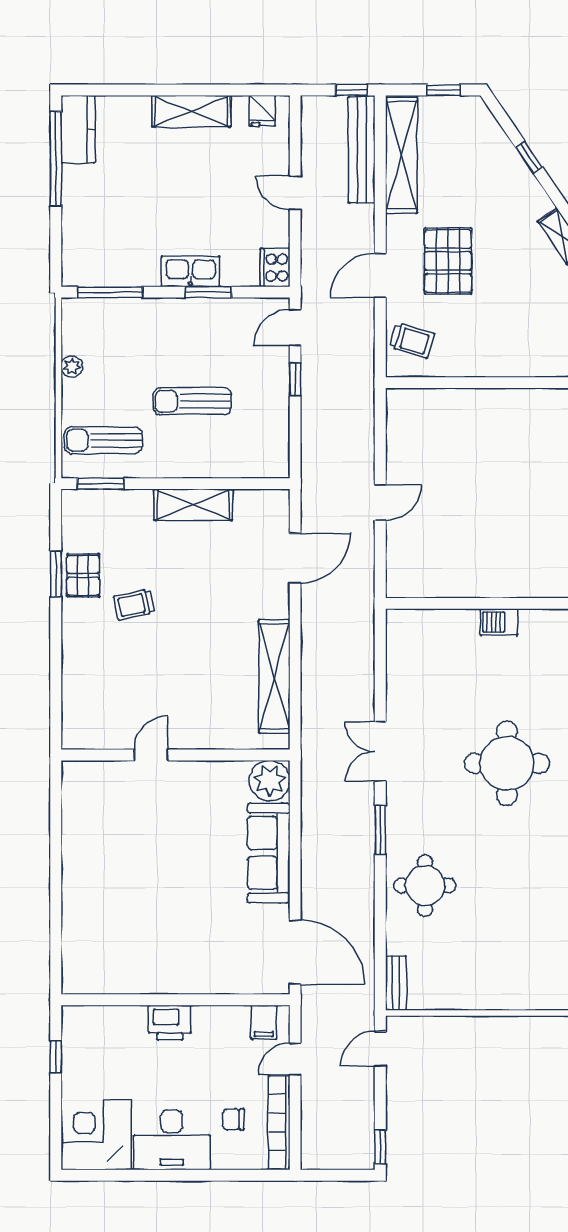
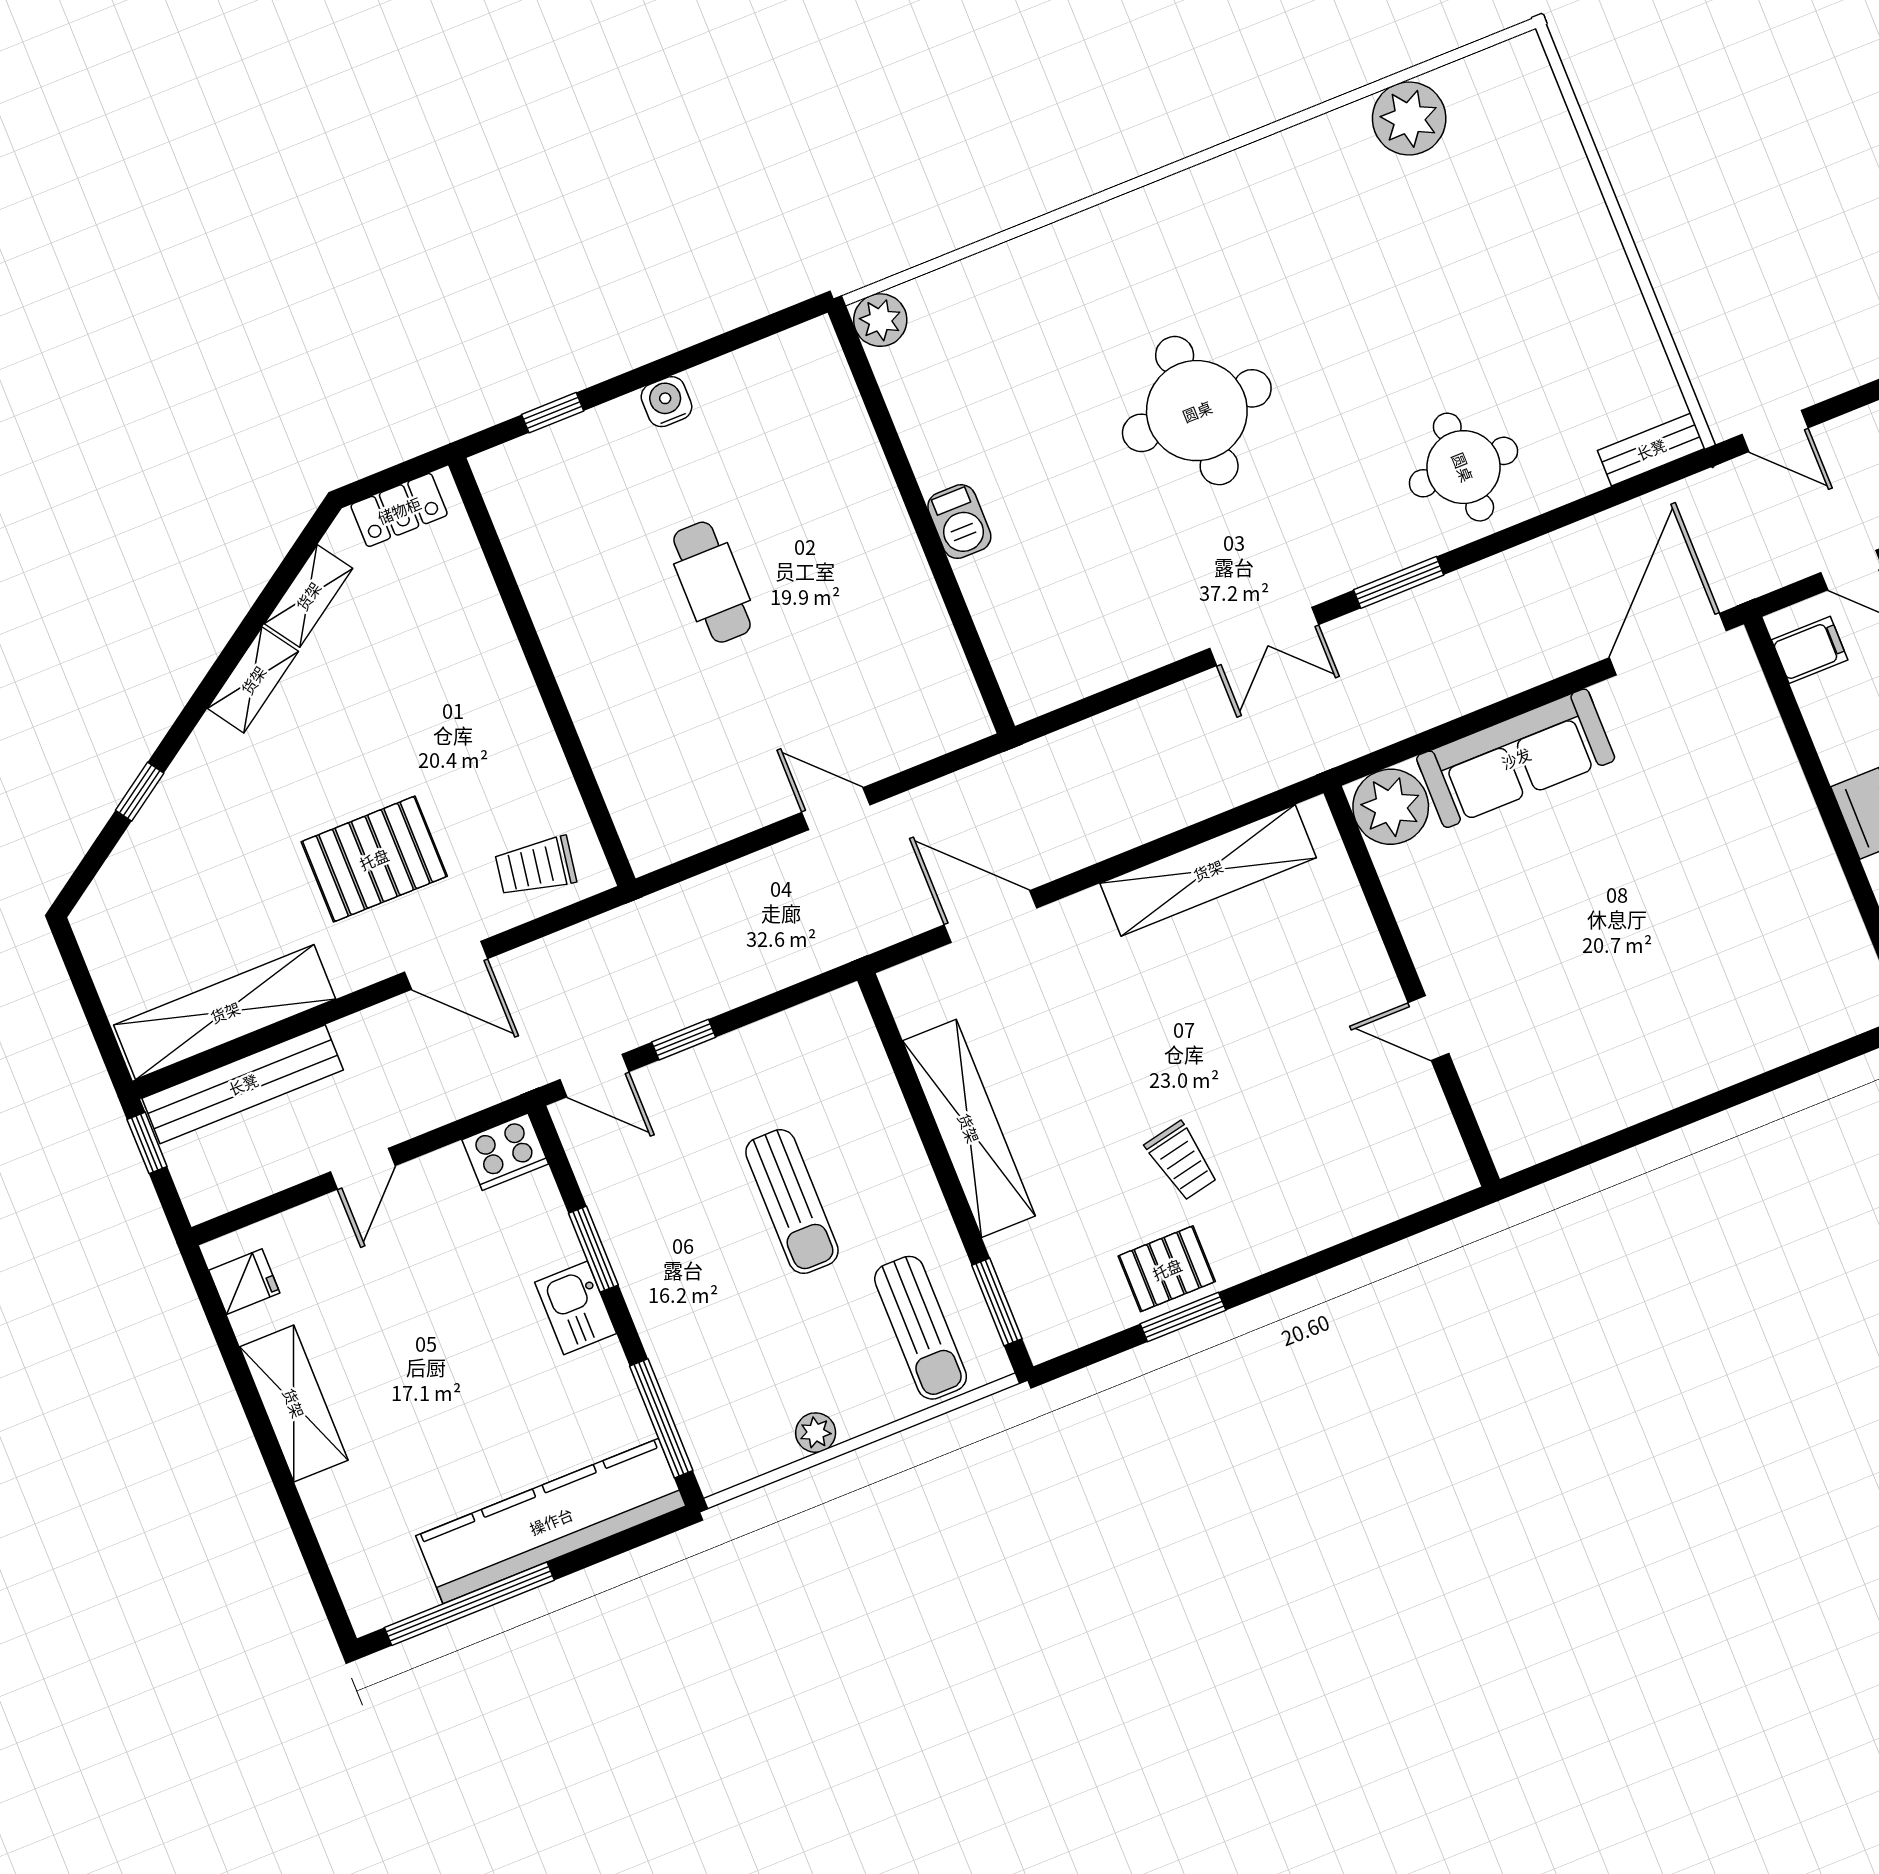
window: (444, 90) -> (83, 984), removed
kitchen counter: (78, 129) -> (551, 1521), moved, width x2.08, depth x1.17
kitchen sink: (190, 271) -> (576, 1308), width x0.73
trolley: (412, 340) -> (536, 867), turned -97
cafe table: (519, 486) -> (712, 582), added
shelving: (193, 505) -> (969, 1128), width x1.47

